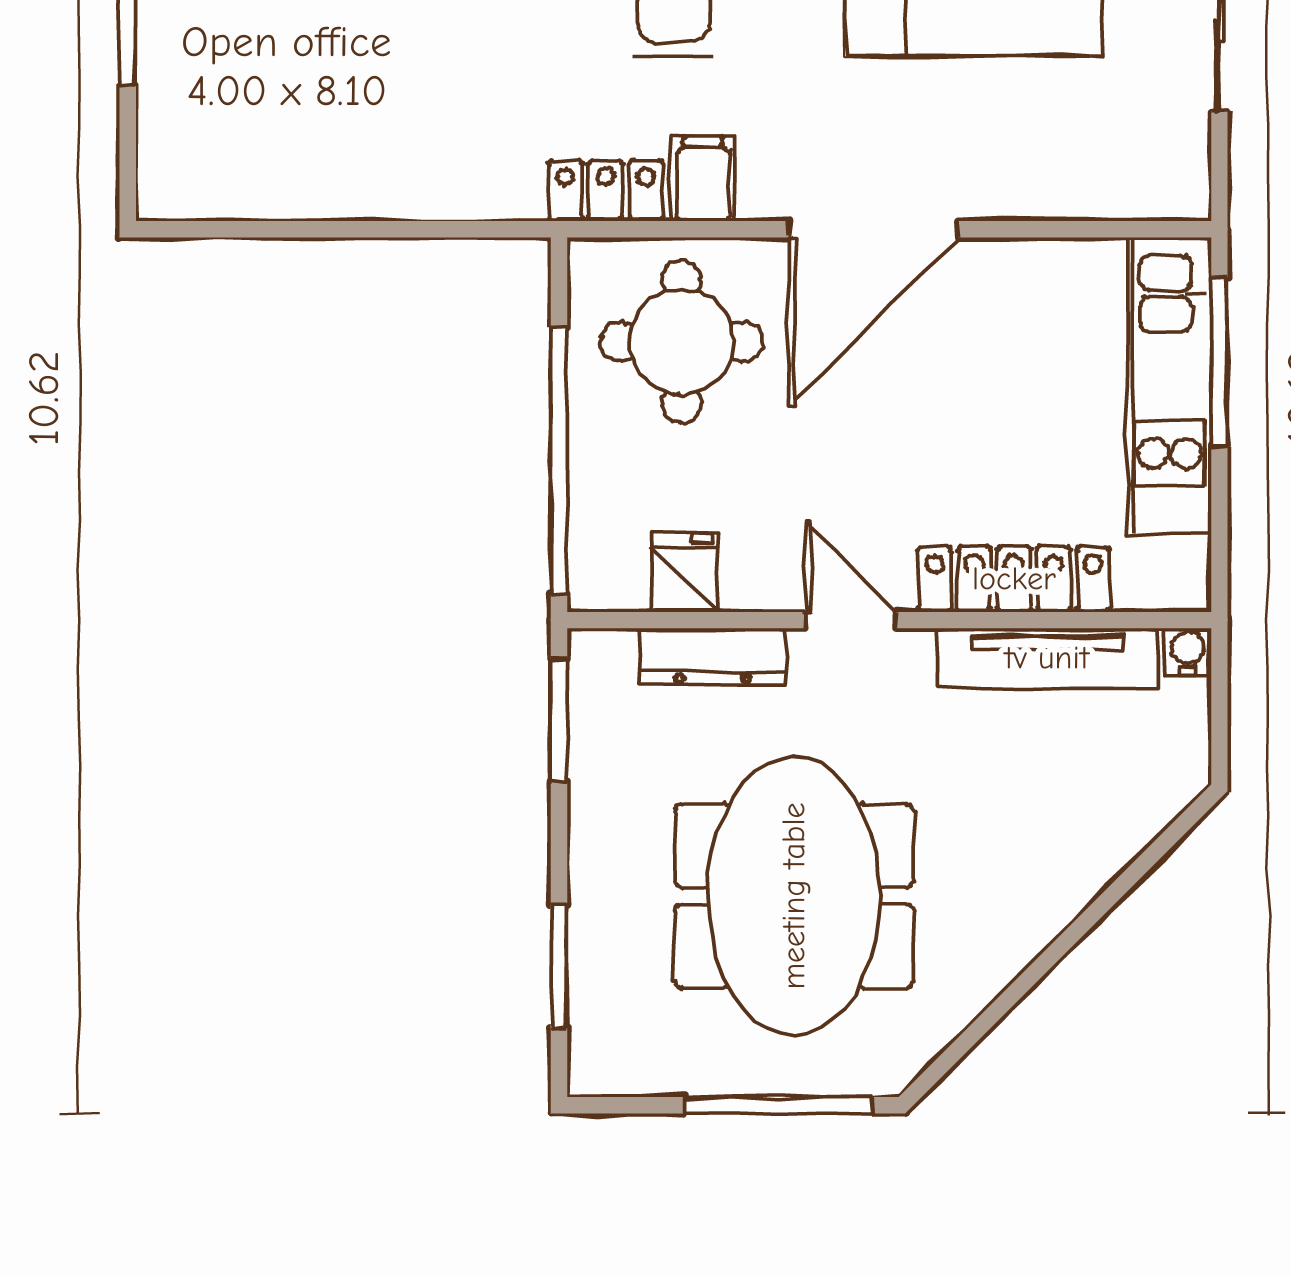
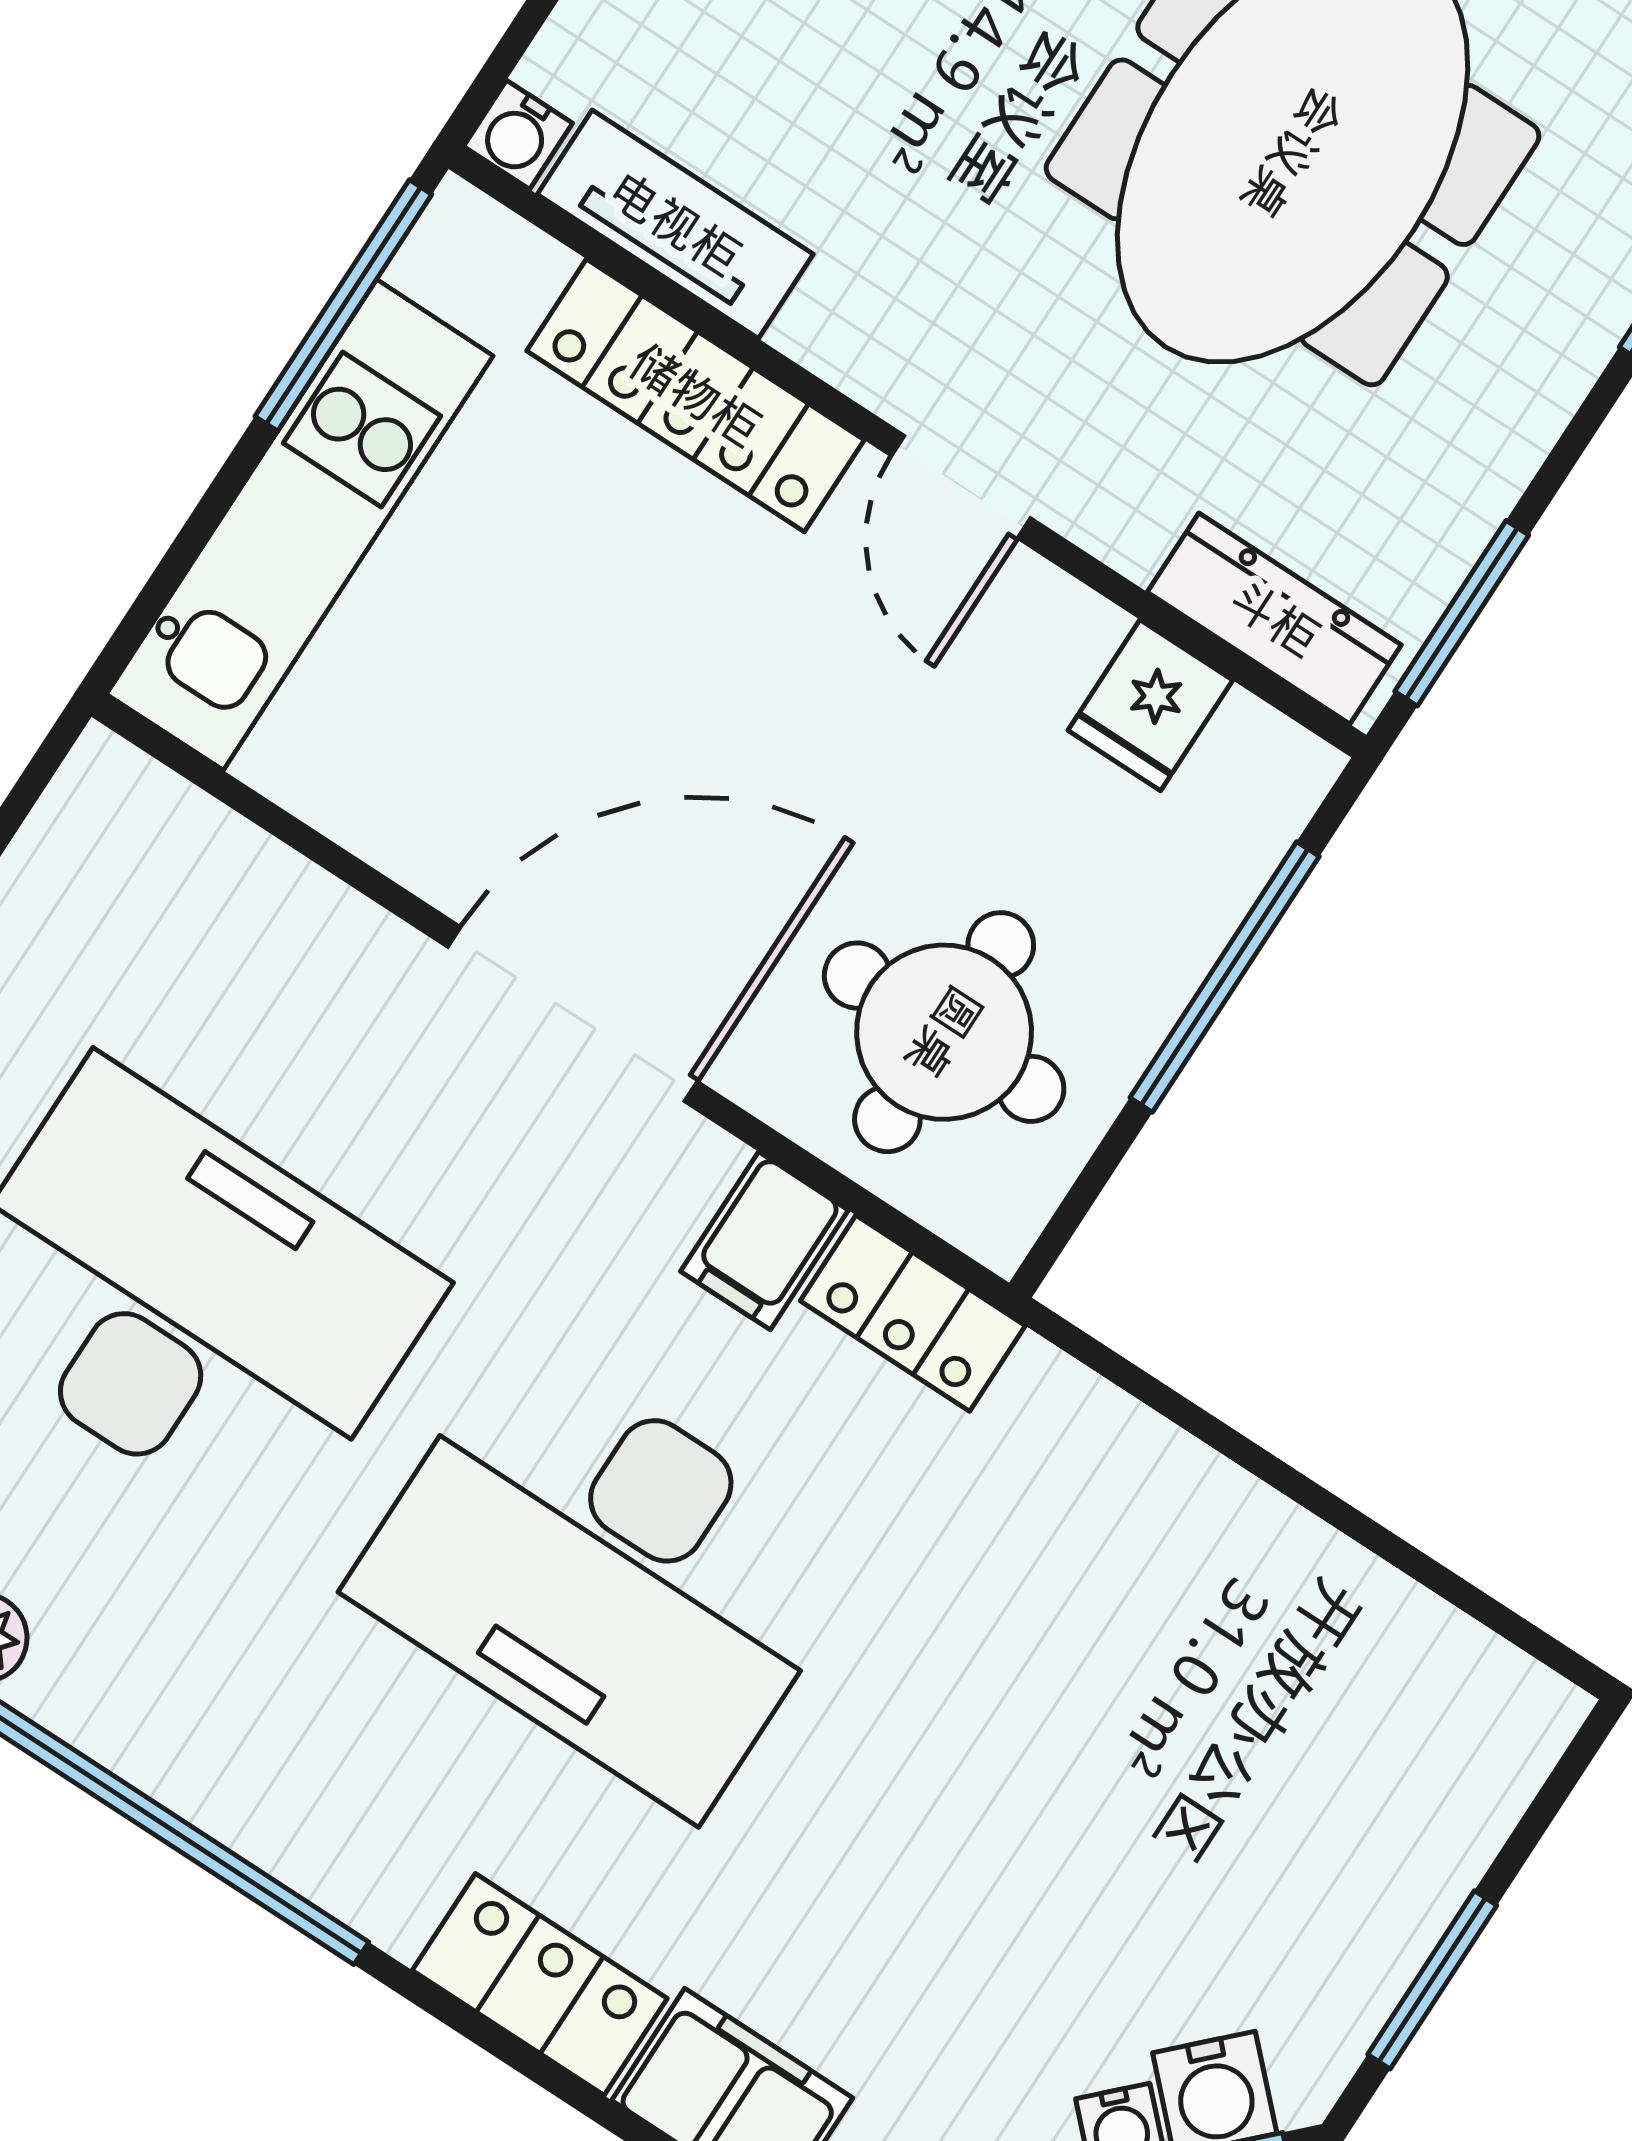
window: (1219, 361) -> (343, 305), moved
window: (559, 461) -> (1225, 977), width x0.68
dresser: (713, 656) -> (1274, 618), moved
tv unit: (1047, 658) -> (675, 224), width x0.71

